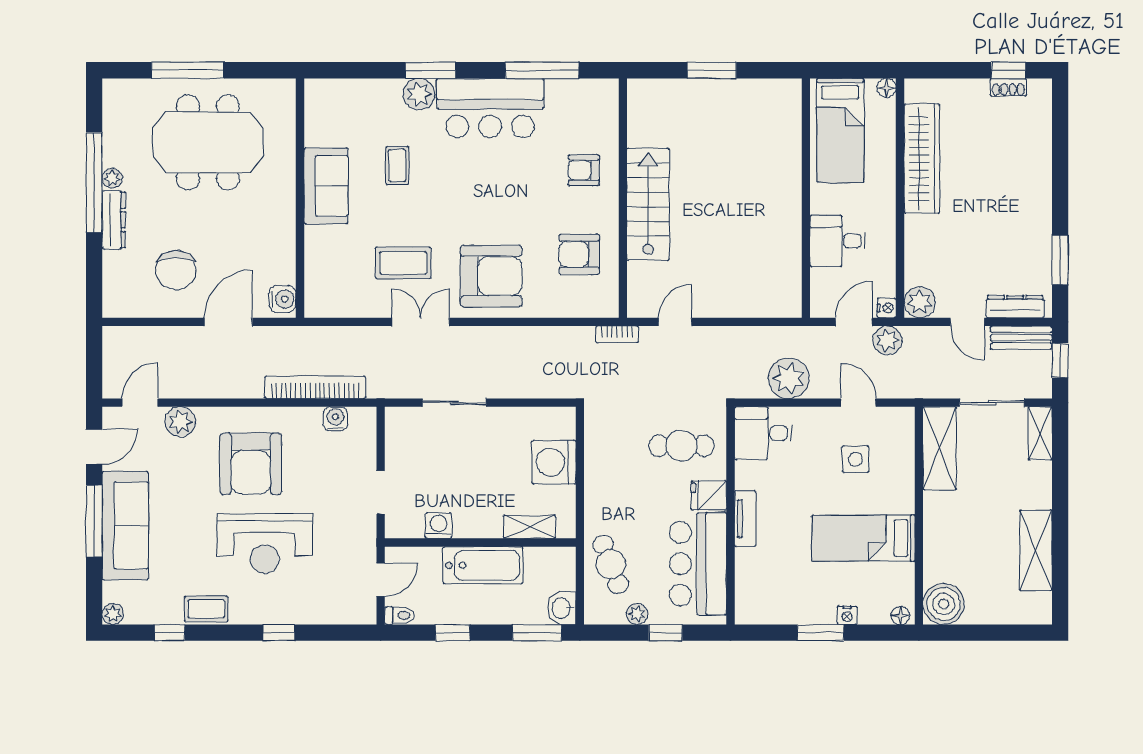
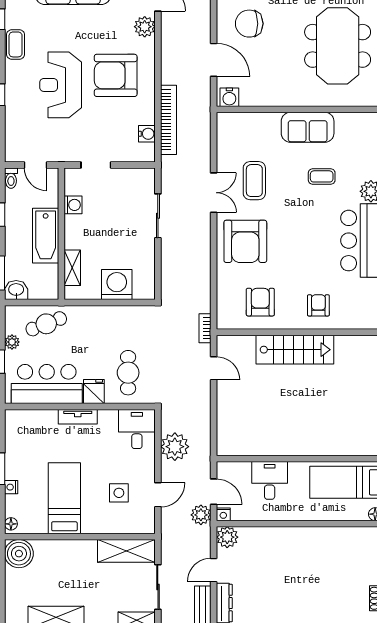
wardrobe: (922, 159) -> (326, 539), removed

